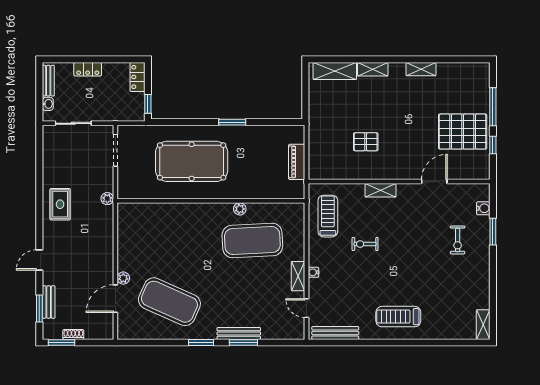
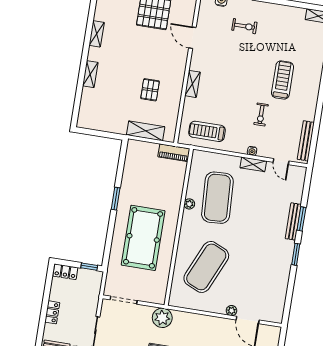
shelving: (335, 71) -> (146, 131), moved, turned 90
piano: (297, 162) -> (174, 153), moved
plant: (107, 199) -> (162, 318), width x1.88, depth x1.88
exercise bike: (365, 244) -> (261, 115), moved
exercise mat: (169, 302) -> (206, 267), moved
door: (306, 308) -> (281, 162), hinge flipped
treadmill: (398, 317) -> (283, 80), moved, turned 180

